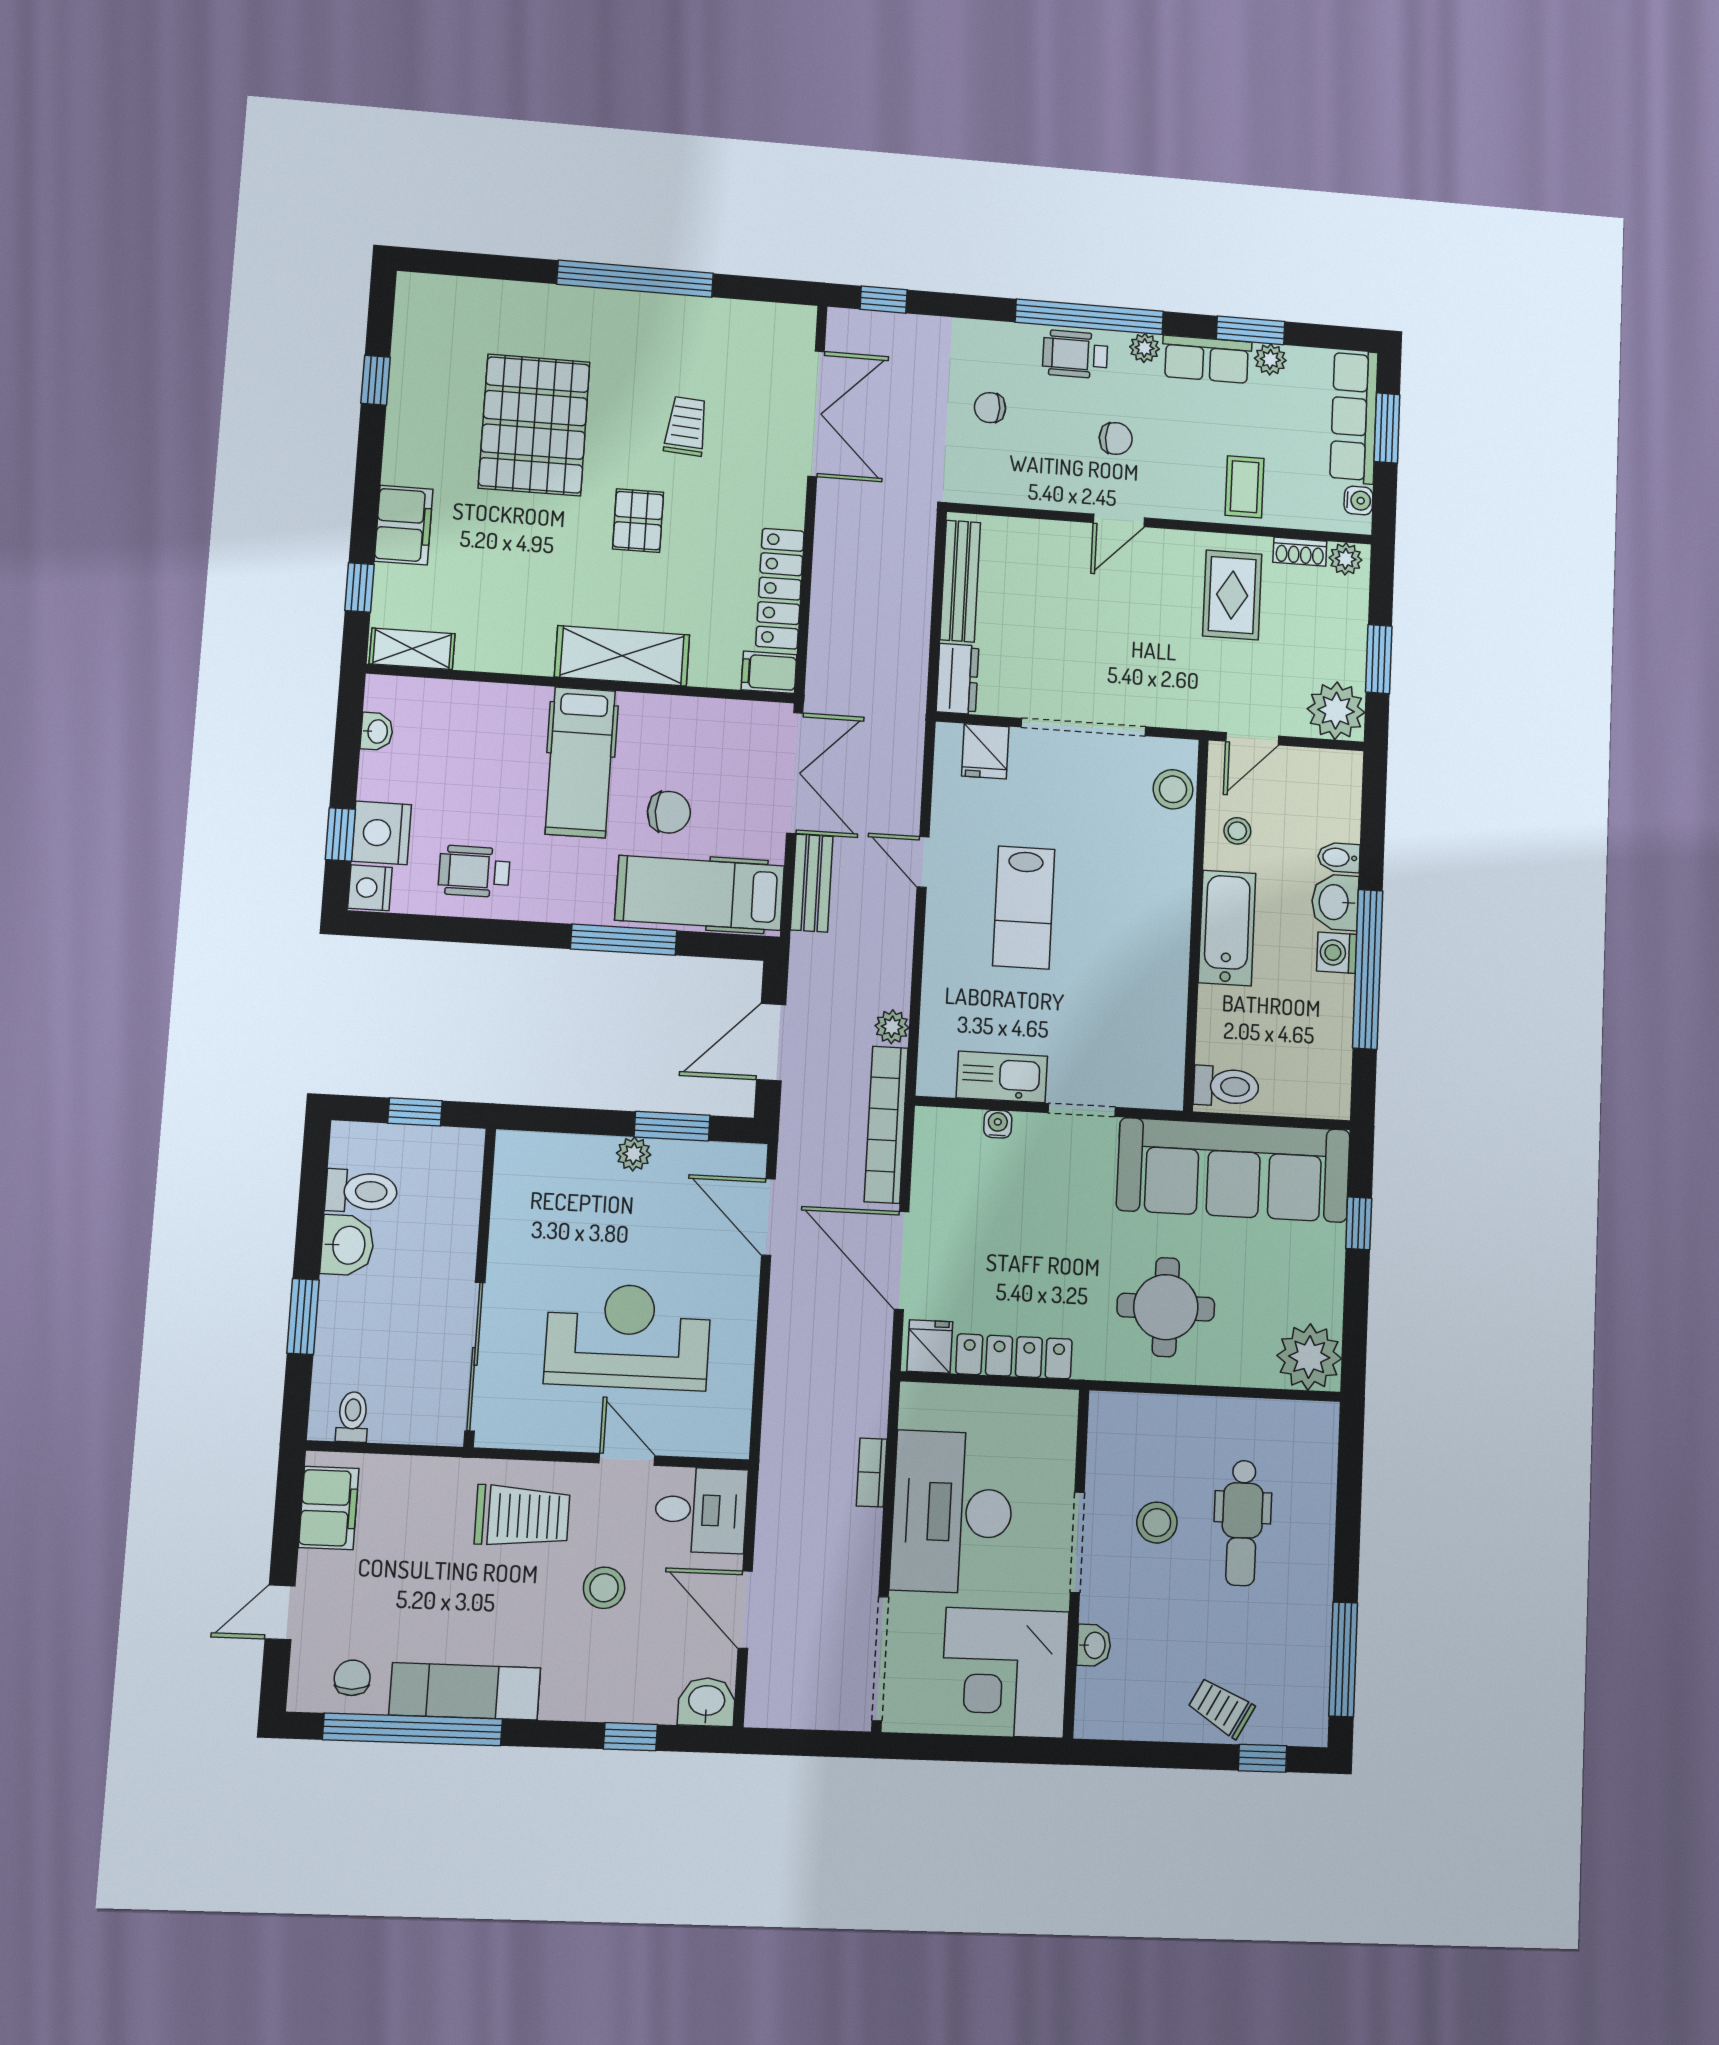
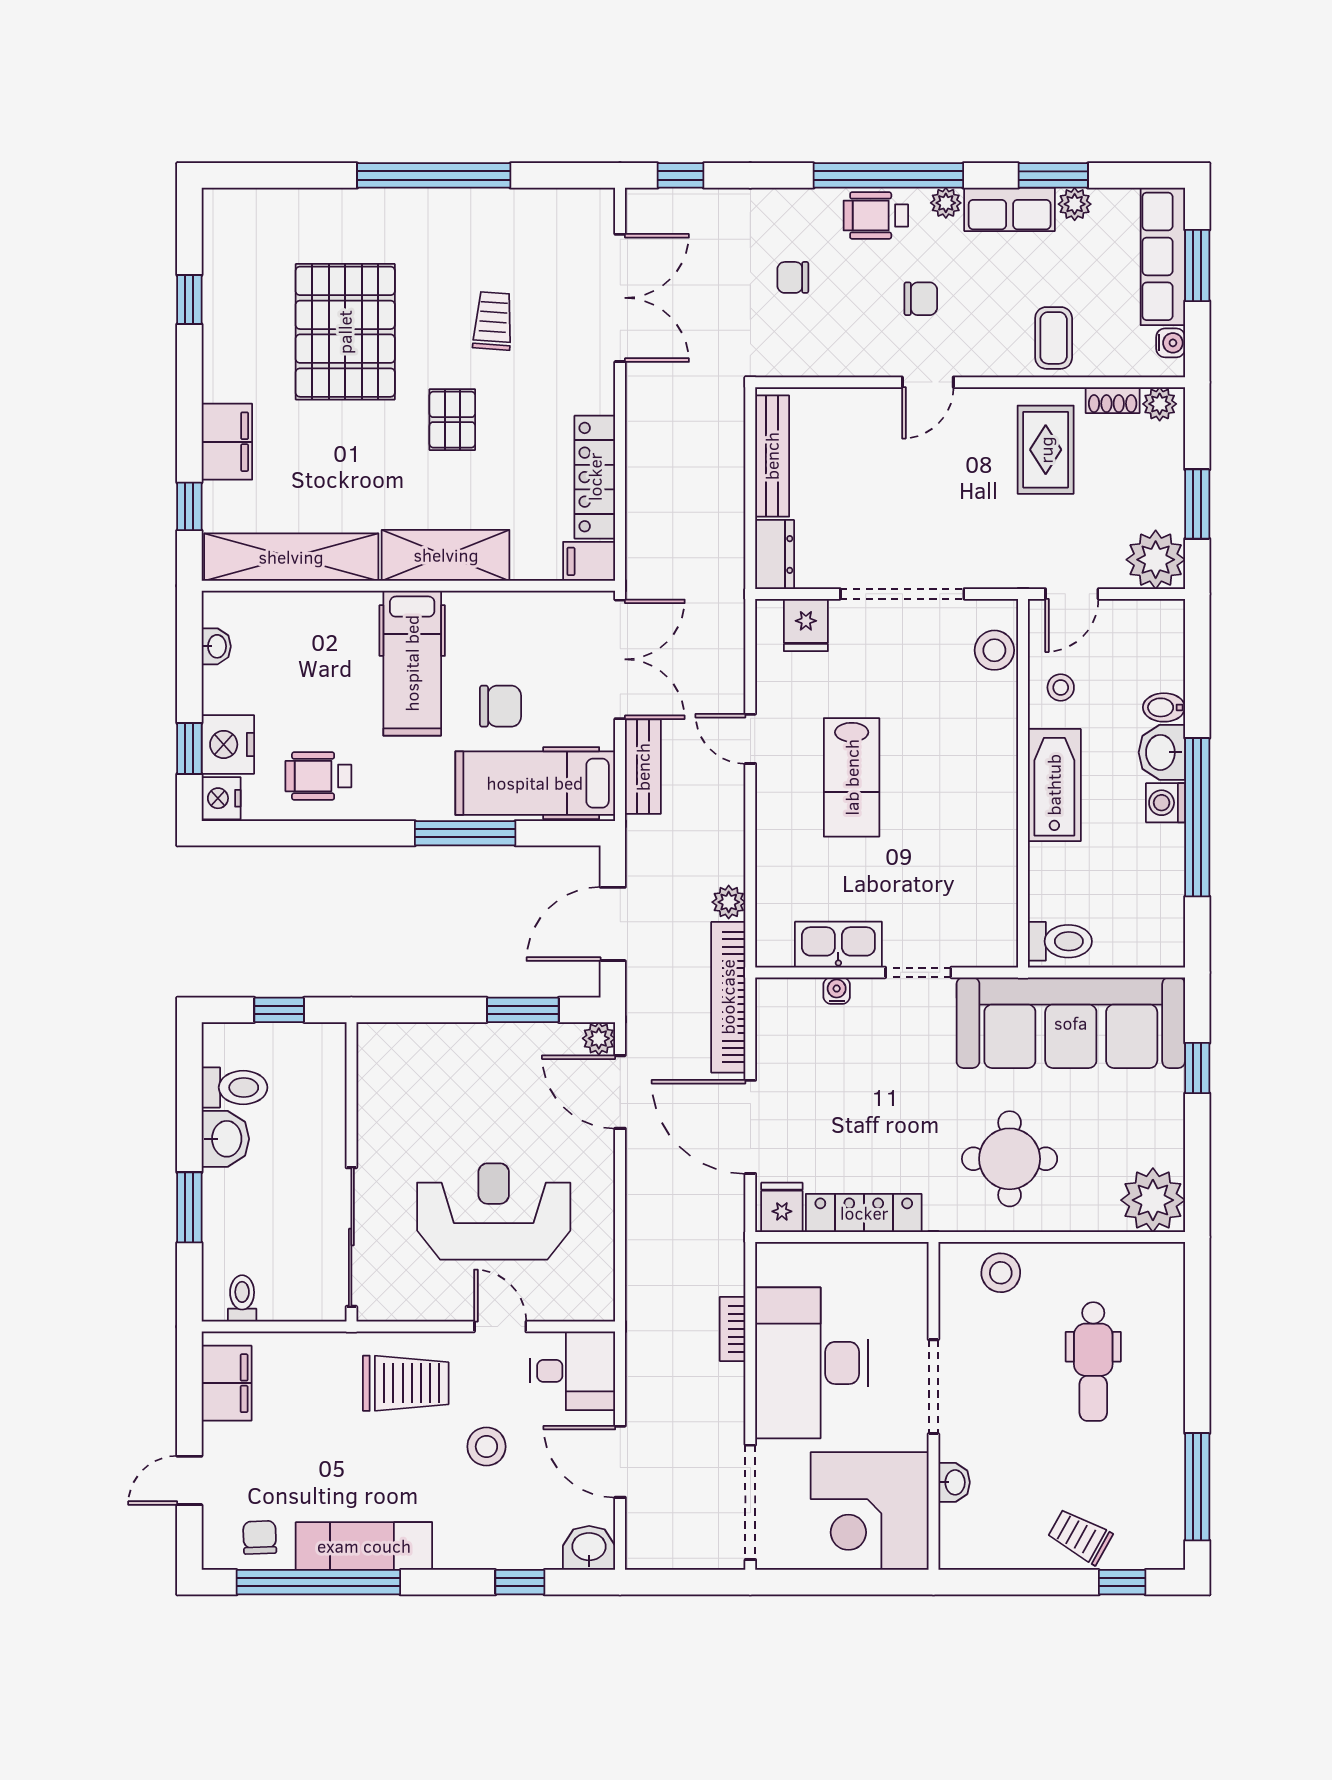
shelving: (412, 649) -> (291, 557), width x2.20, depth x1.33
plant: (634, 1154) -> (599, 1038), moved
stool: (1157, 1523) -> (1001, 1273), moved

